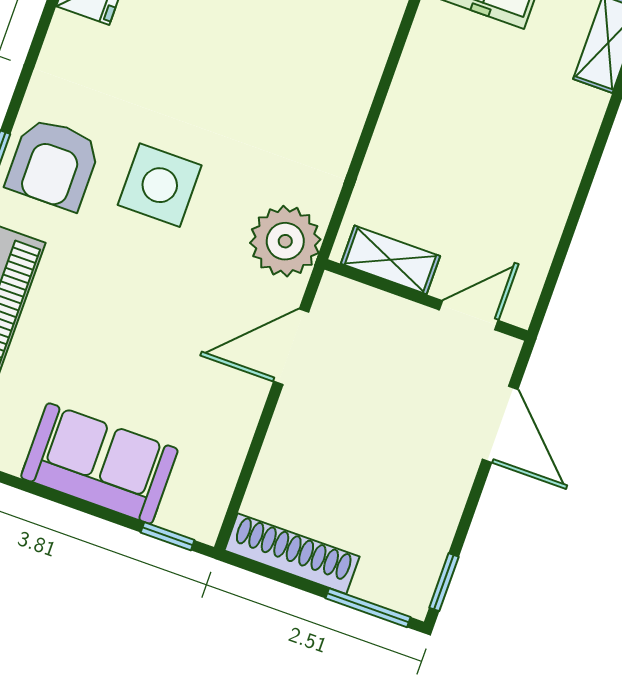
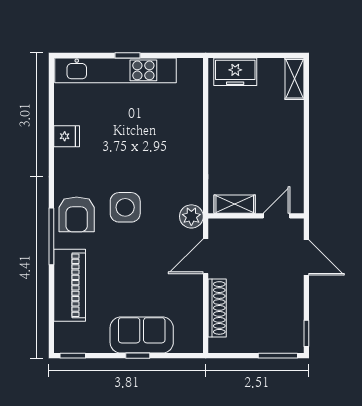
plant: (285, 241) -> (191, 216), width x0.73, depth x0.73
window: (168, 536) -> (138, 356), moved
shoe rack: (292, 554) -> (217, 308), moved, turned 90

